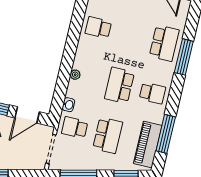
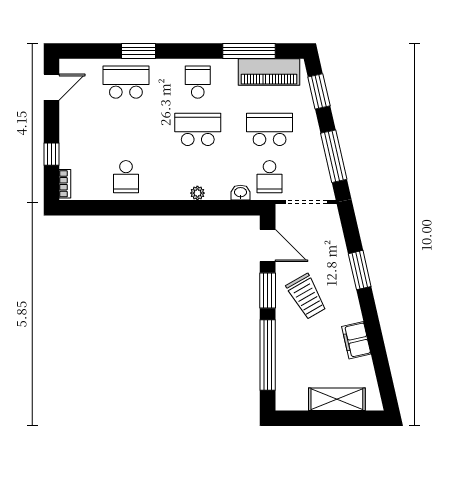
window: (184, 57) -> (139, 51), width x0.69
school desk: (119, 85) -> (198, 129), turned 180

